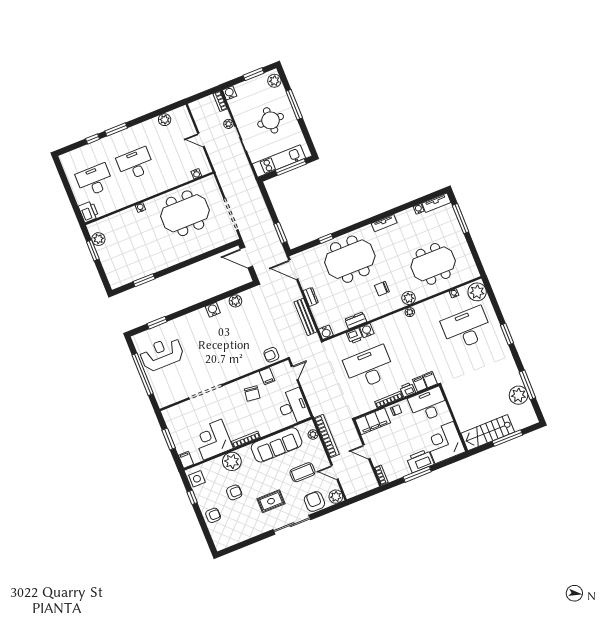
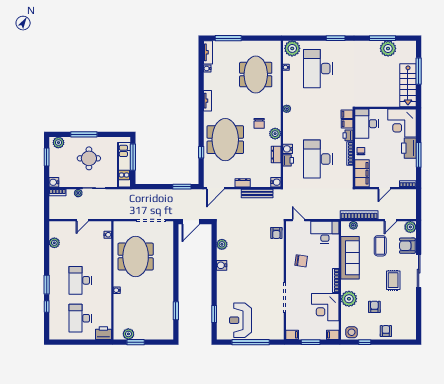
plant: (409, 298) -> (275, 134), moved
filing cabinet: (267, 376) -> (292, 335), moved

